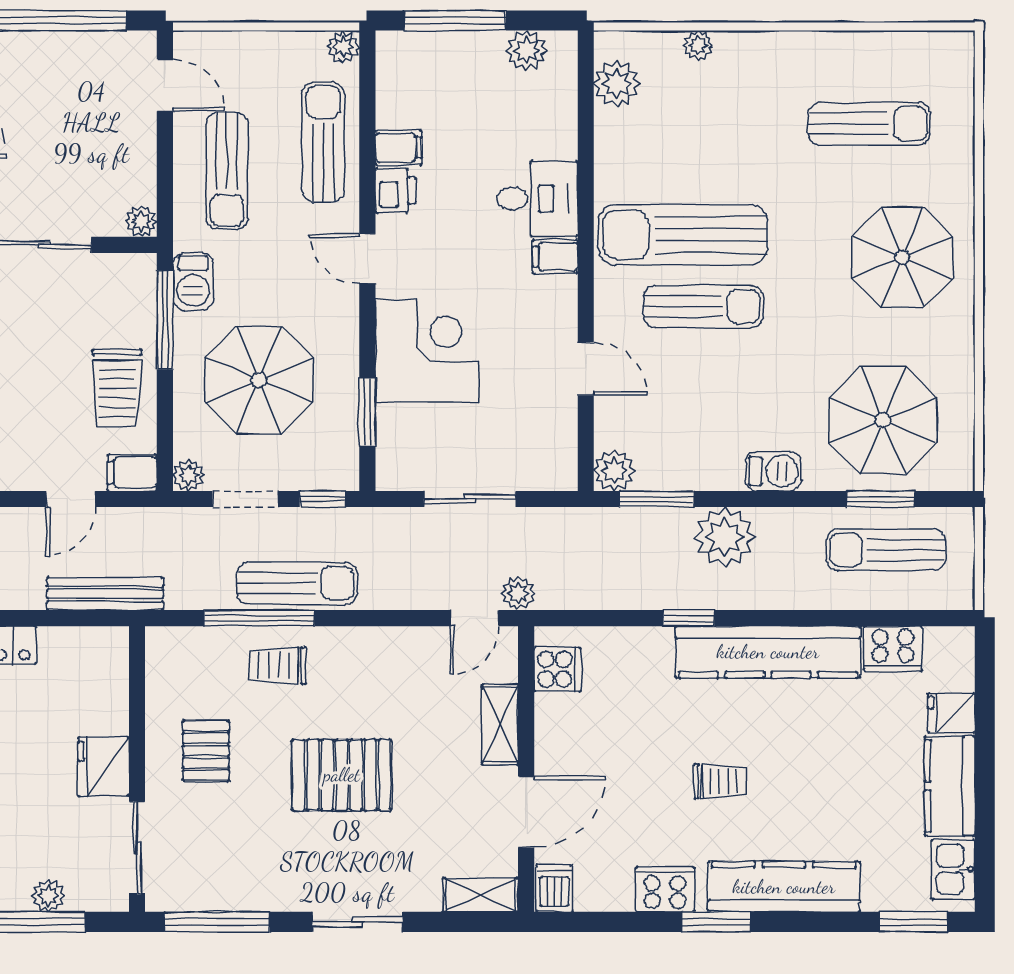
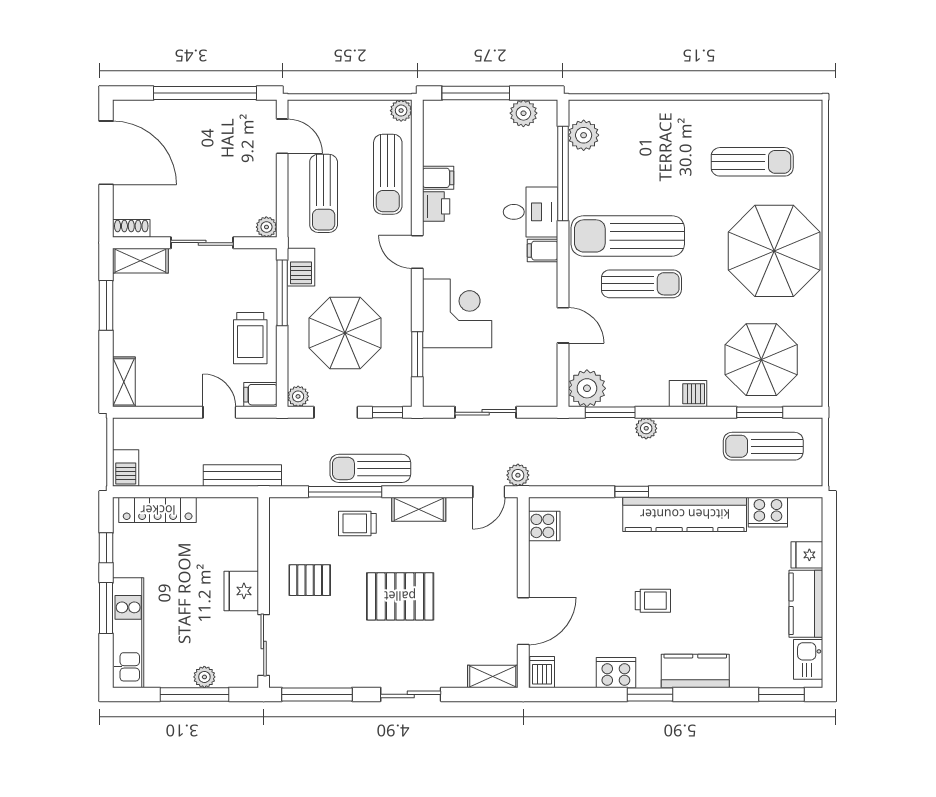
plant: (698, 46) -> (638, 110), removed
window: (586, 141) -> (563, 173), added
sun lounger: (323, 142) -> (388, 174), turned 180
parasol: (902, 257) -> (774, 251), width x1.36, depth x1.36
plant: (614, 471) -> (587, 388), width x1.36, depth x1.36
door: (71, 499) -> (219, 412), swing flipped
plant: (725, 537) -> (646, 428), width x0.53, depth x0.53
sun lounger: (297, 583) -> (370, 468), turned 180
shelving: (500, 724) -> (419, 509), moved, turned 90
pallet: (206, 751) -> (310, 580), turned 90
kitchen counter: (784, 887) -> (695, 671), width x0.67

